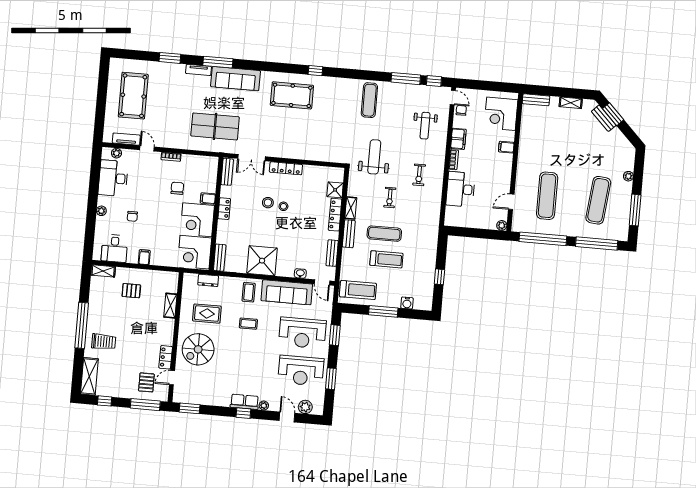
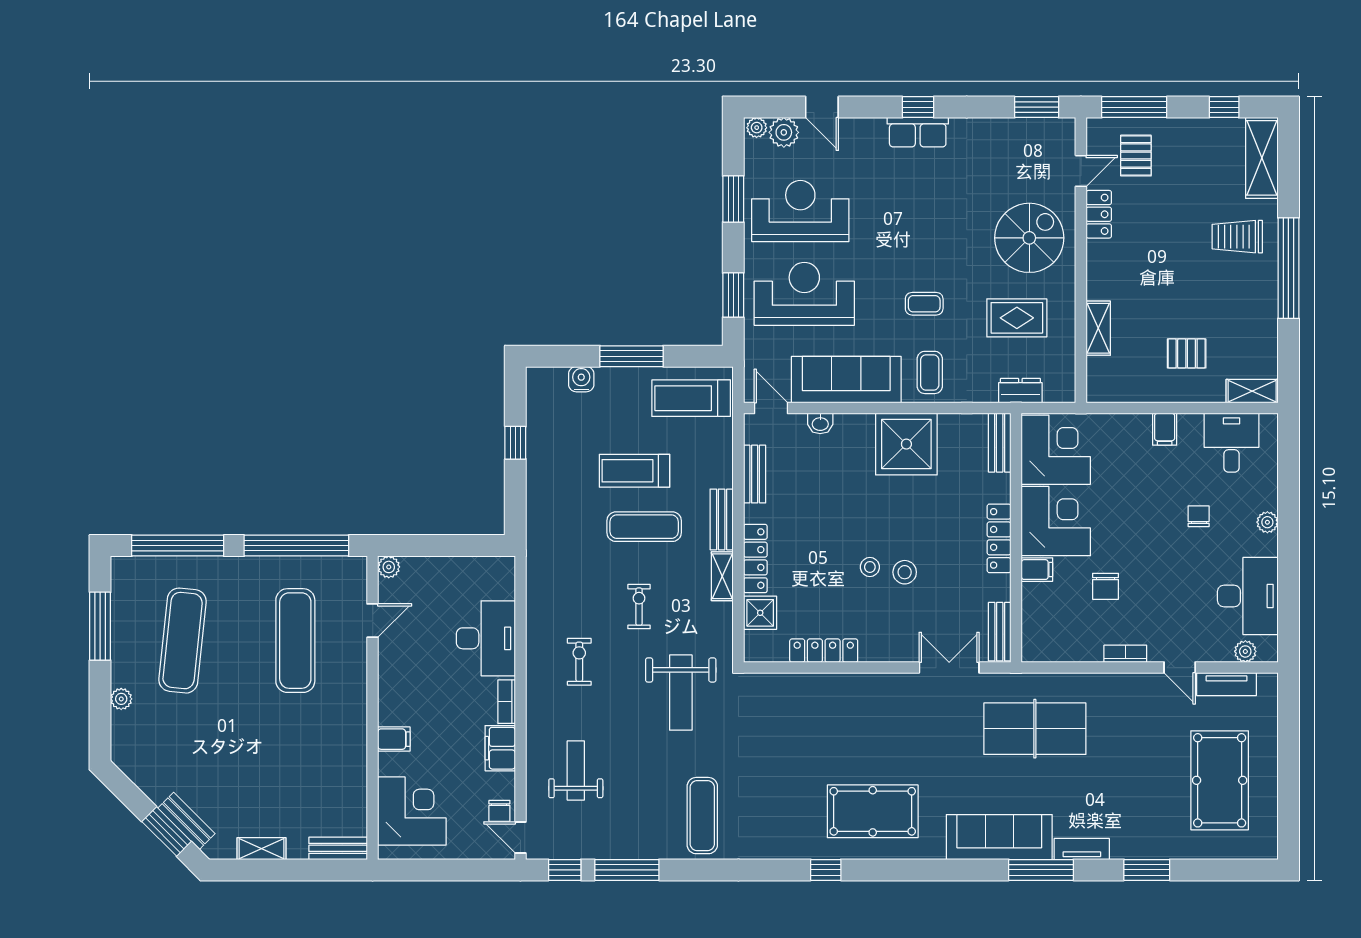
locker: (286, 168) -> (824, 651), moved
locker: (224, 209) -> (999, 538), width x1.53
plant: (264, 406) -> (757, 128), moved

